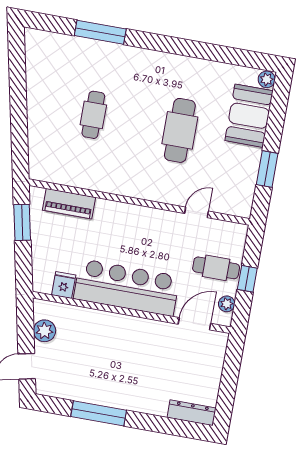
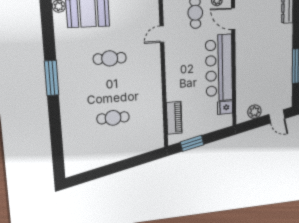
window: (100, 32) -> (52, 78), moved
cafe table: (180, 130) -> (110, 58), width x0.73, depth x0.74
door: (197, 212) -> (162, 34), hinge flipped

